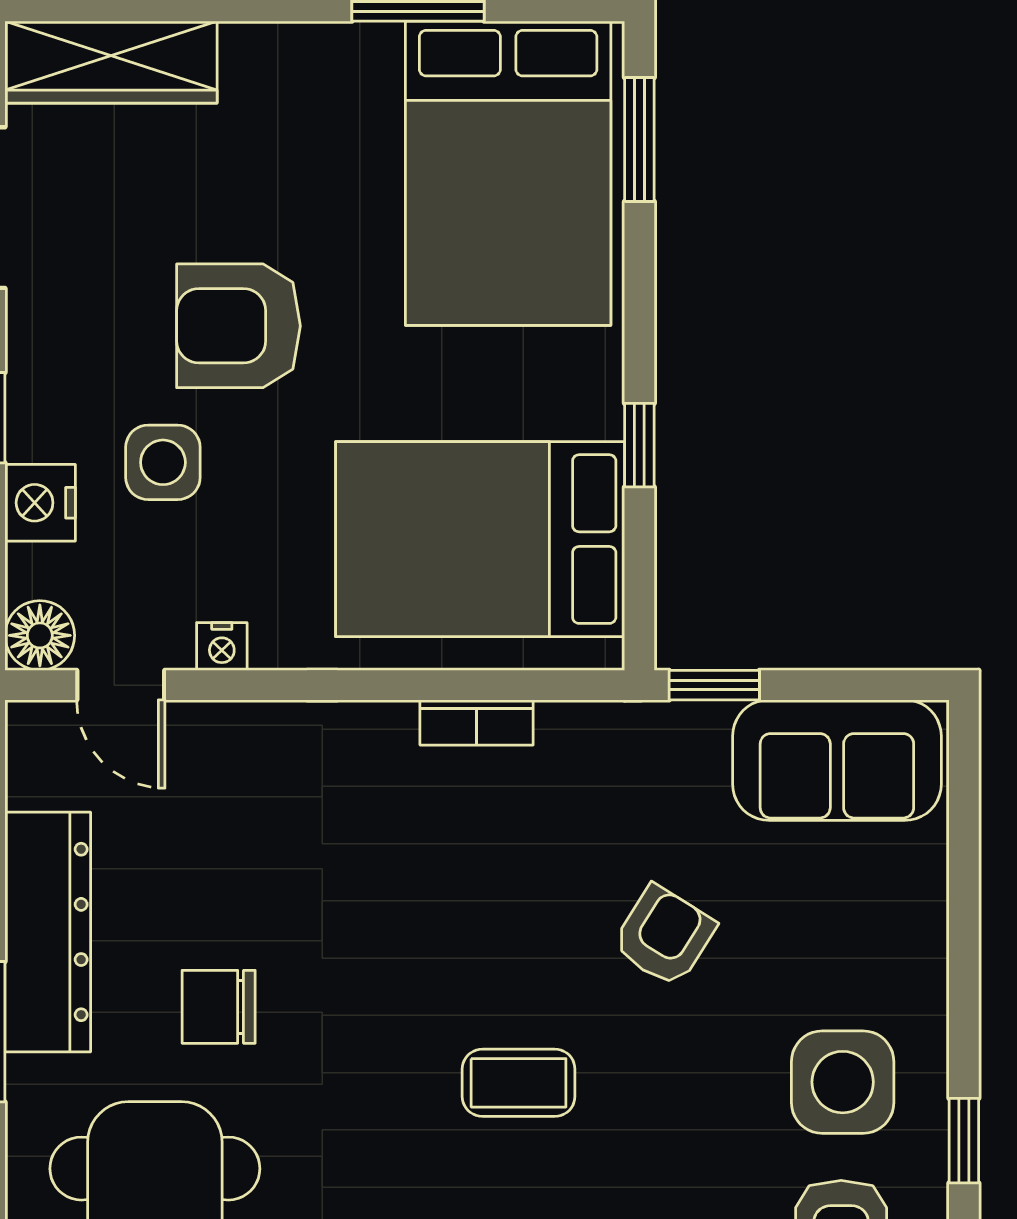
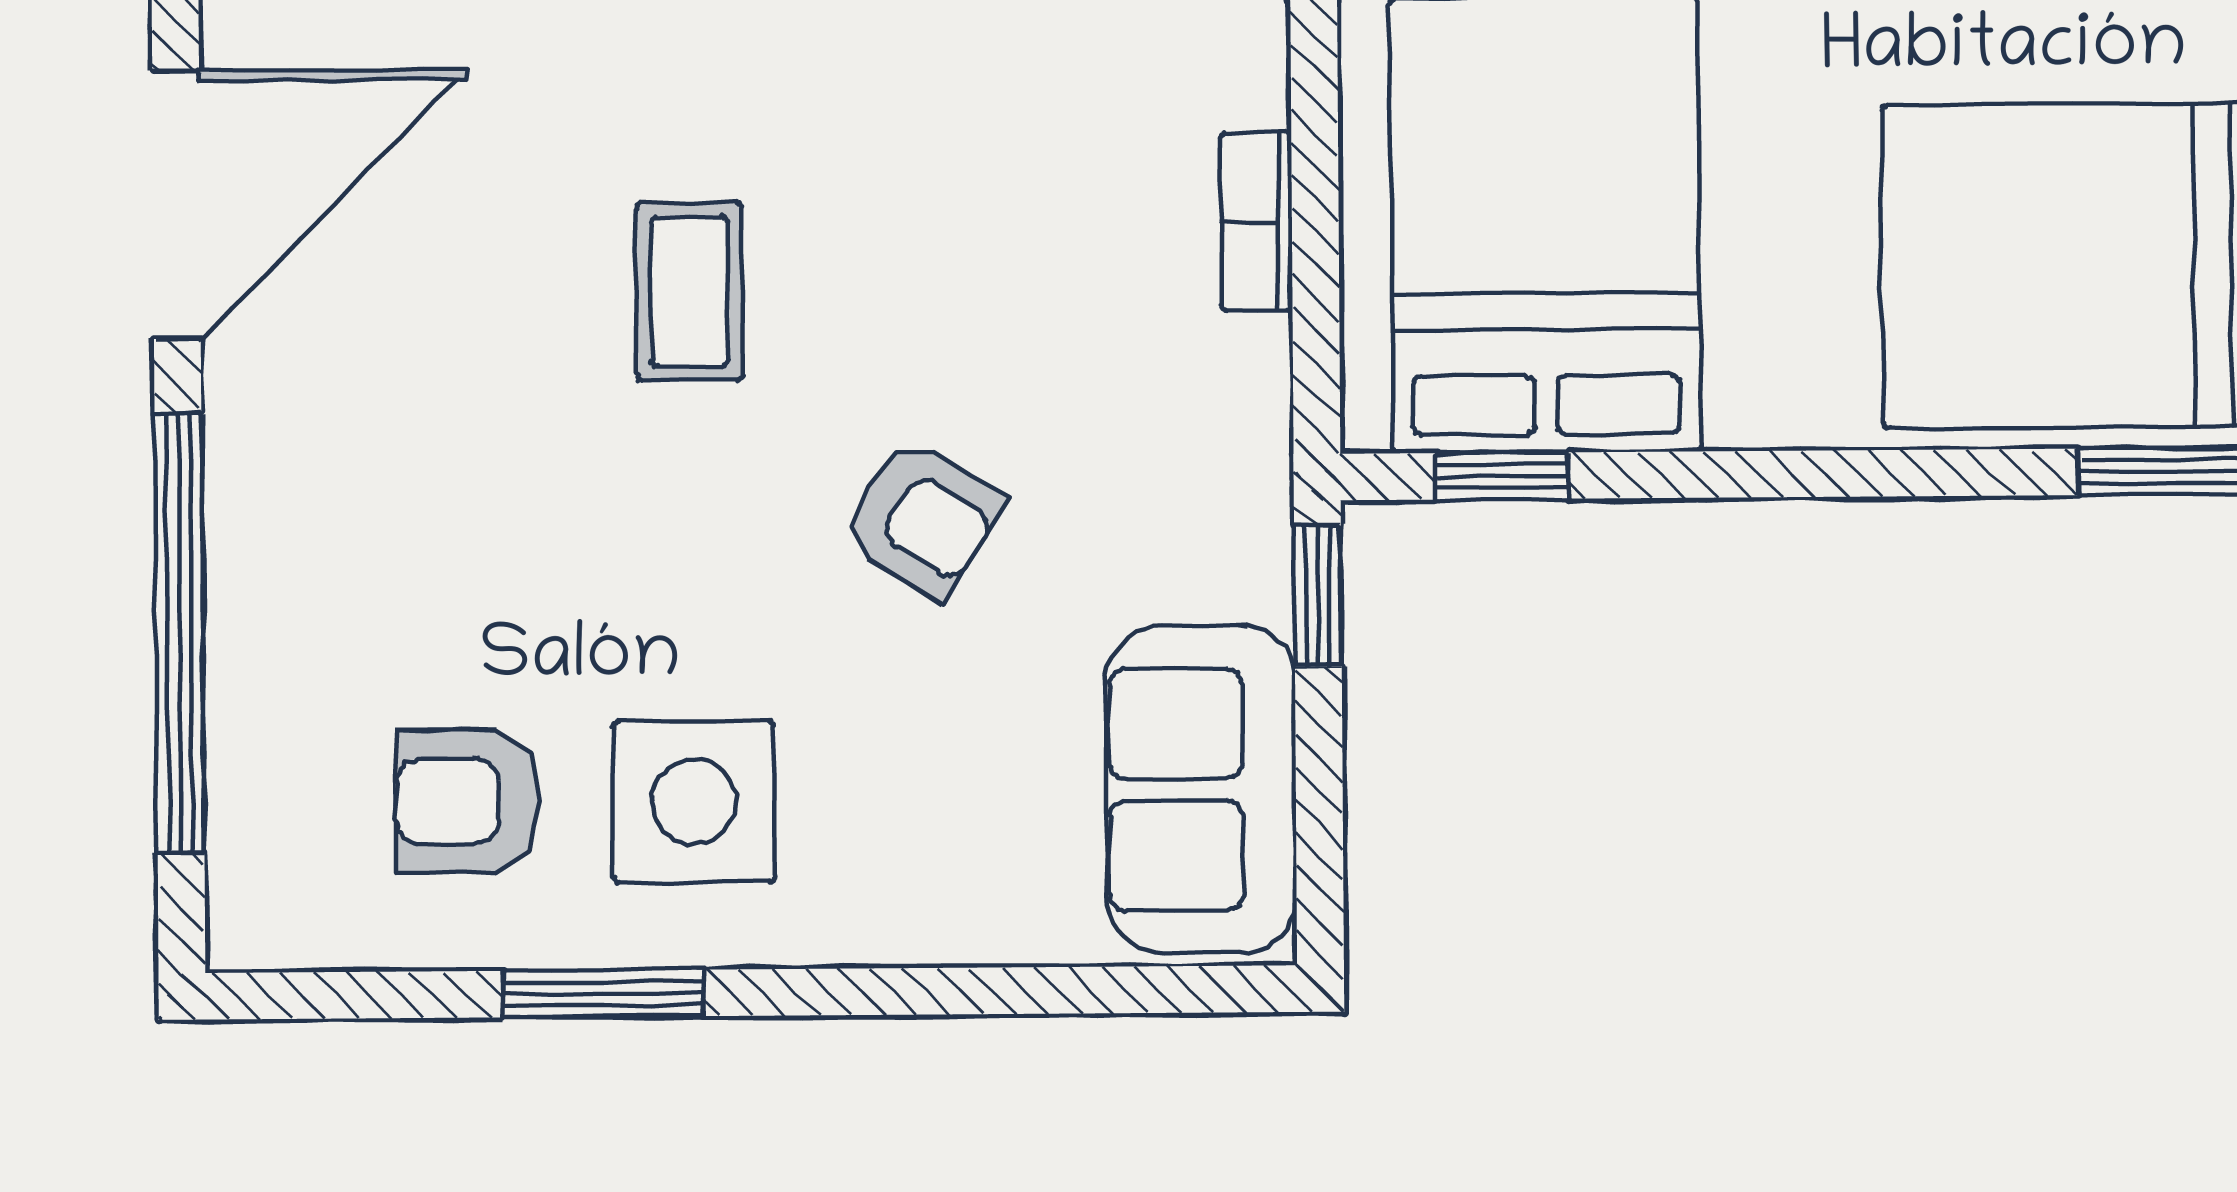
window: (639, 445) -> (1502, 476), moved
window: (964, 1141) -> (603, 993), width x1.50

